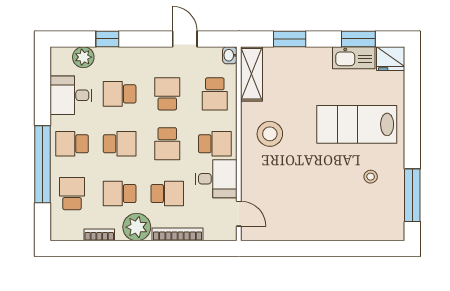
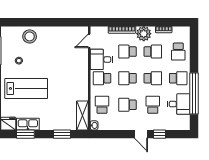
door: (185, 39) -> (141, 134), moved
plant: (83, 57) -> (172, 124), removed
school desk: (120, 94) -> (153, 105), turned -90
school desk: (167, 94) -> (127, 105), turned 90
stool: (270, 134) -> (30, 36), moved
school desk: (120, 144) -> (153, 78), turned 180
school desk: (167, 144) -> (127, 78), turned -90
window: (42, 164) -> (194, 93), moved
door: (239, 214) -> (89, 41), hinge flipped

